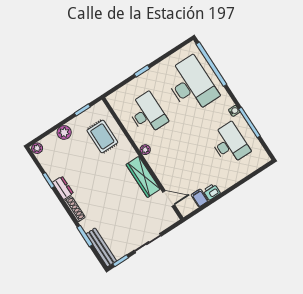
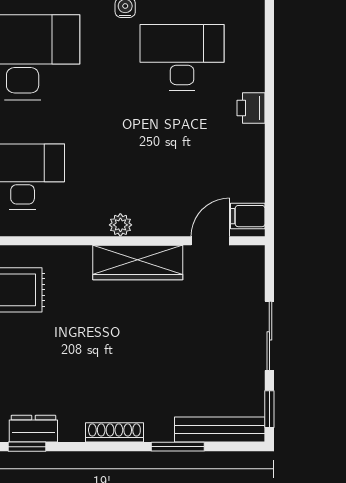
plant: (145, 150) -> (120, 225), moved
dresser: (63, 188) -> (33, 429), moved
printer: (212, 192) -> (251, 108), moved
filing cabinet: (200, 198) -> (248, 216), moved

